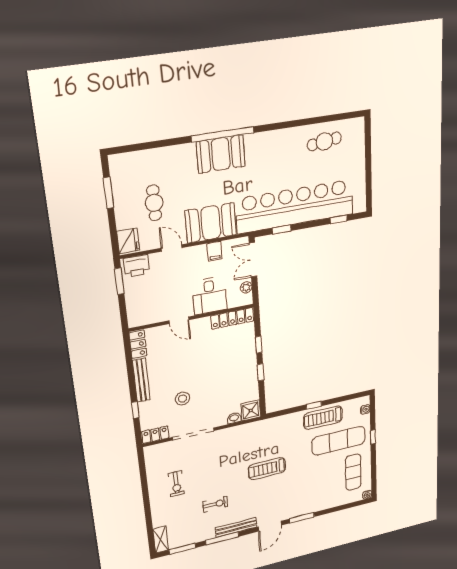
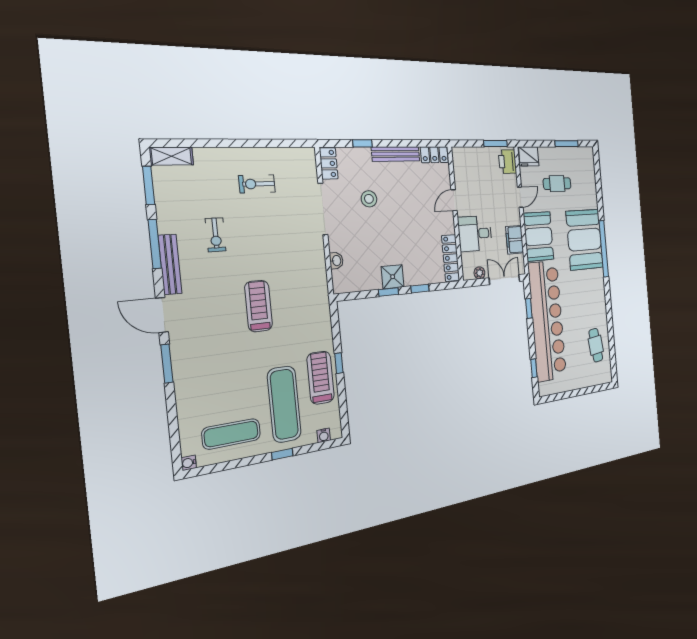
booth: (221, 154) -> (585, 240), width x1.36, depth x1.42
filing cabinet: (215, 251) -> (515, 240), width x2.00
shower: (251, 410) -> (393, 277), moved

